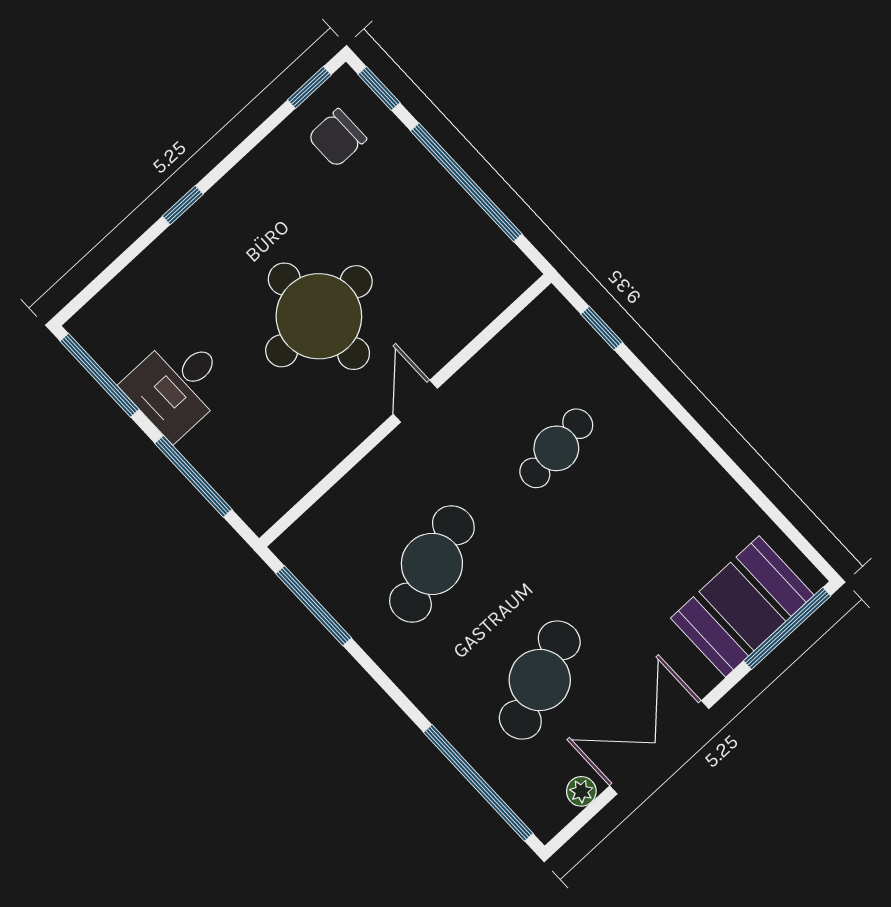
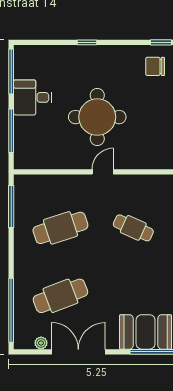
cafe table: (556, 448) -> (133, 228), turned 30

